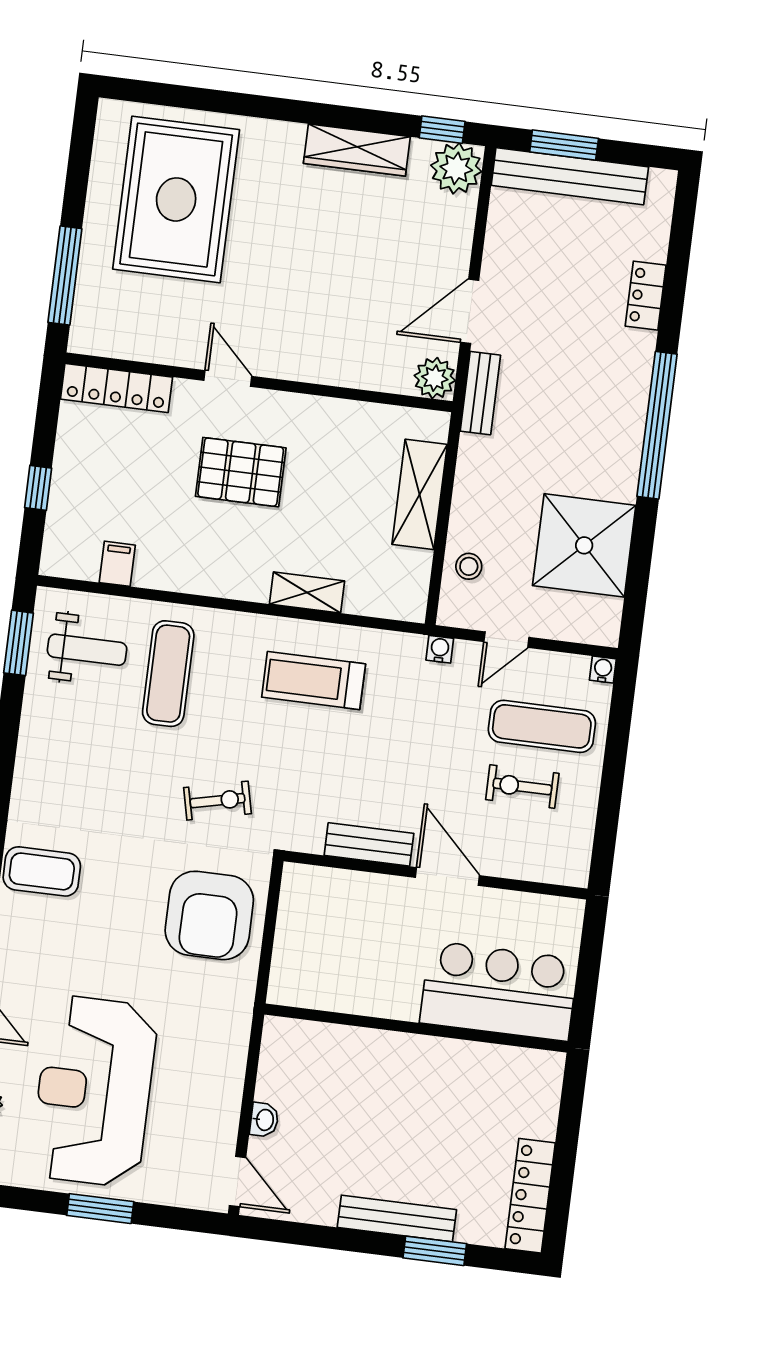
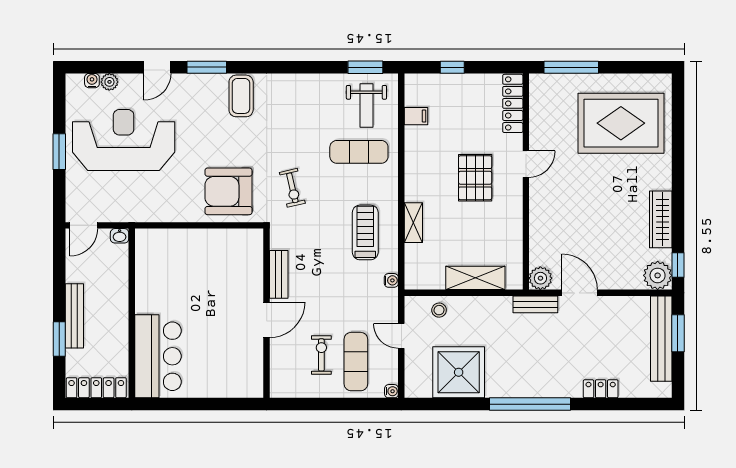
water cooler: (440, 649) -> (391, 280), moved
bar counter: (499, 991) -> (158, 356), moved
wall: (416, 1028) -> (132, 313), moved

